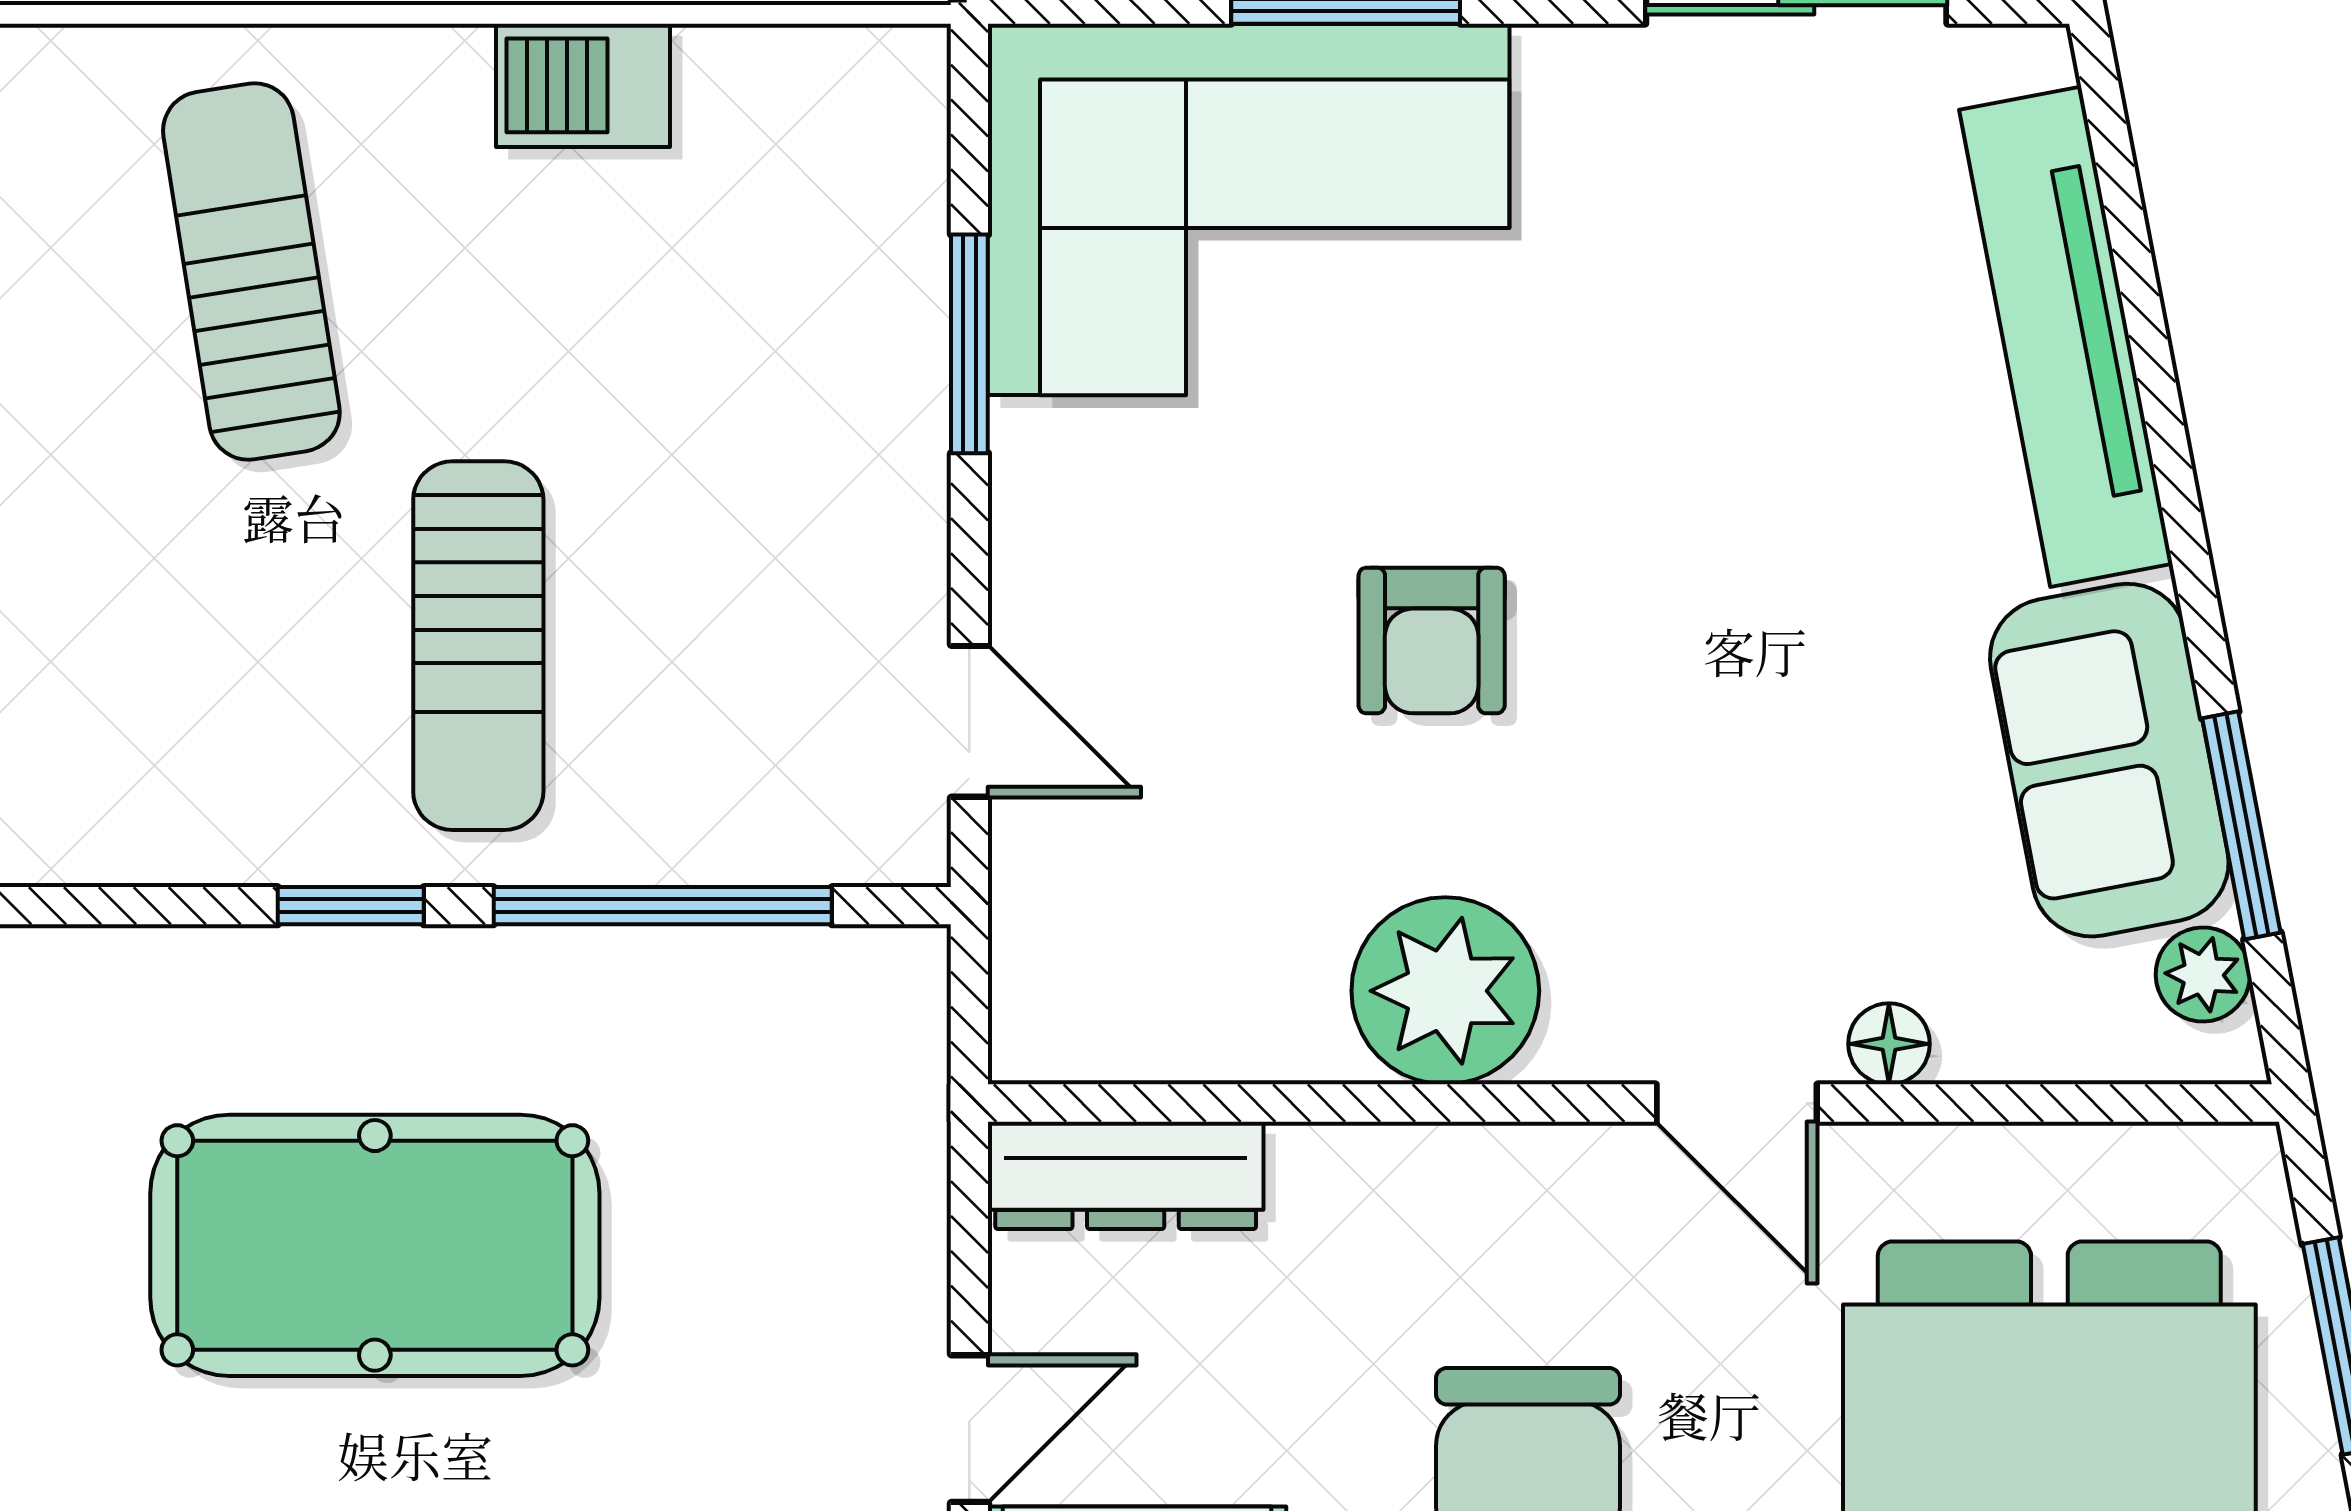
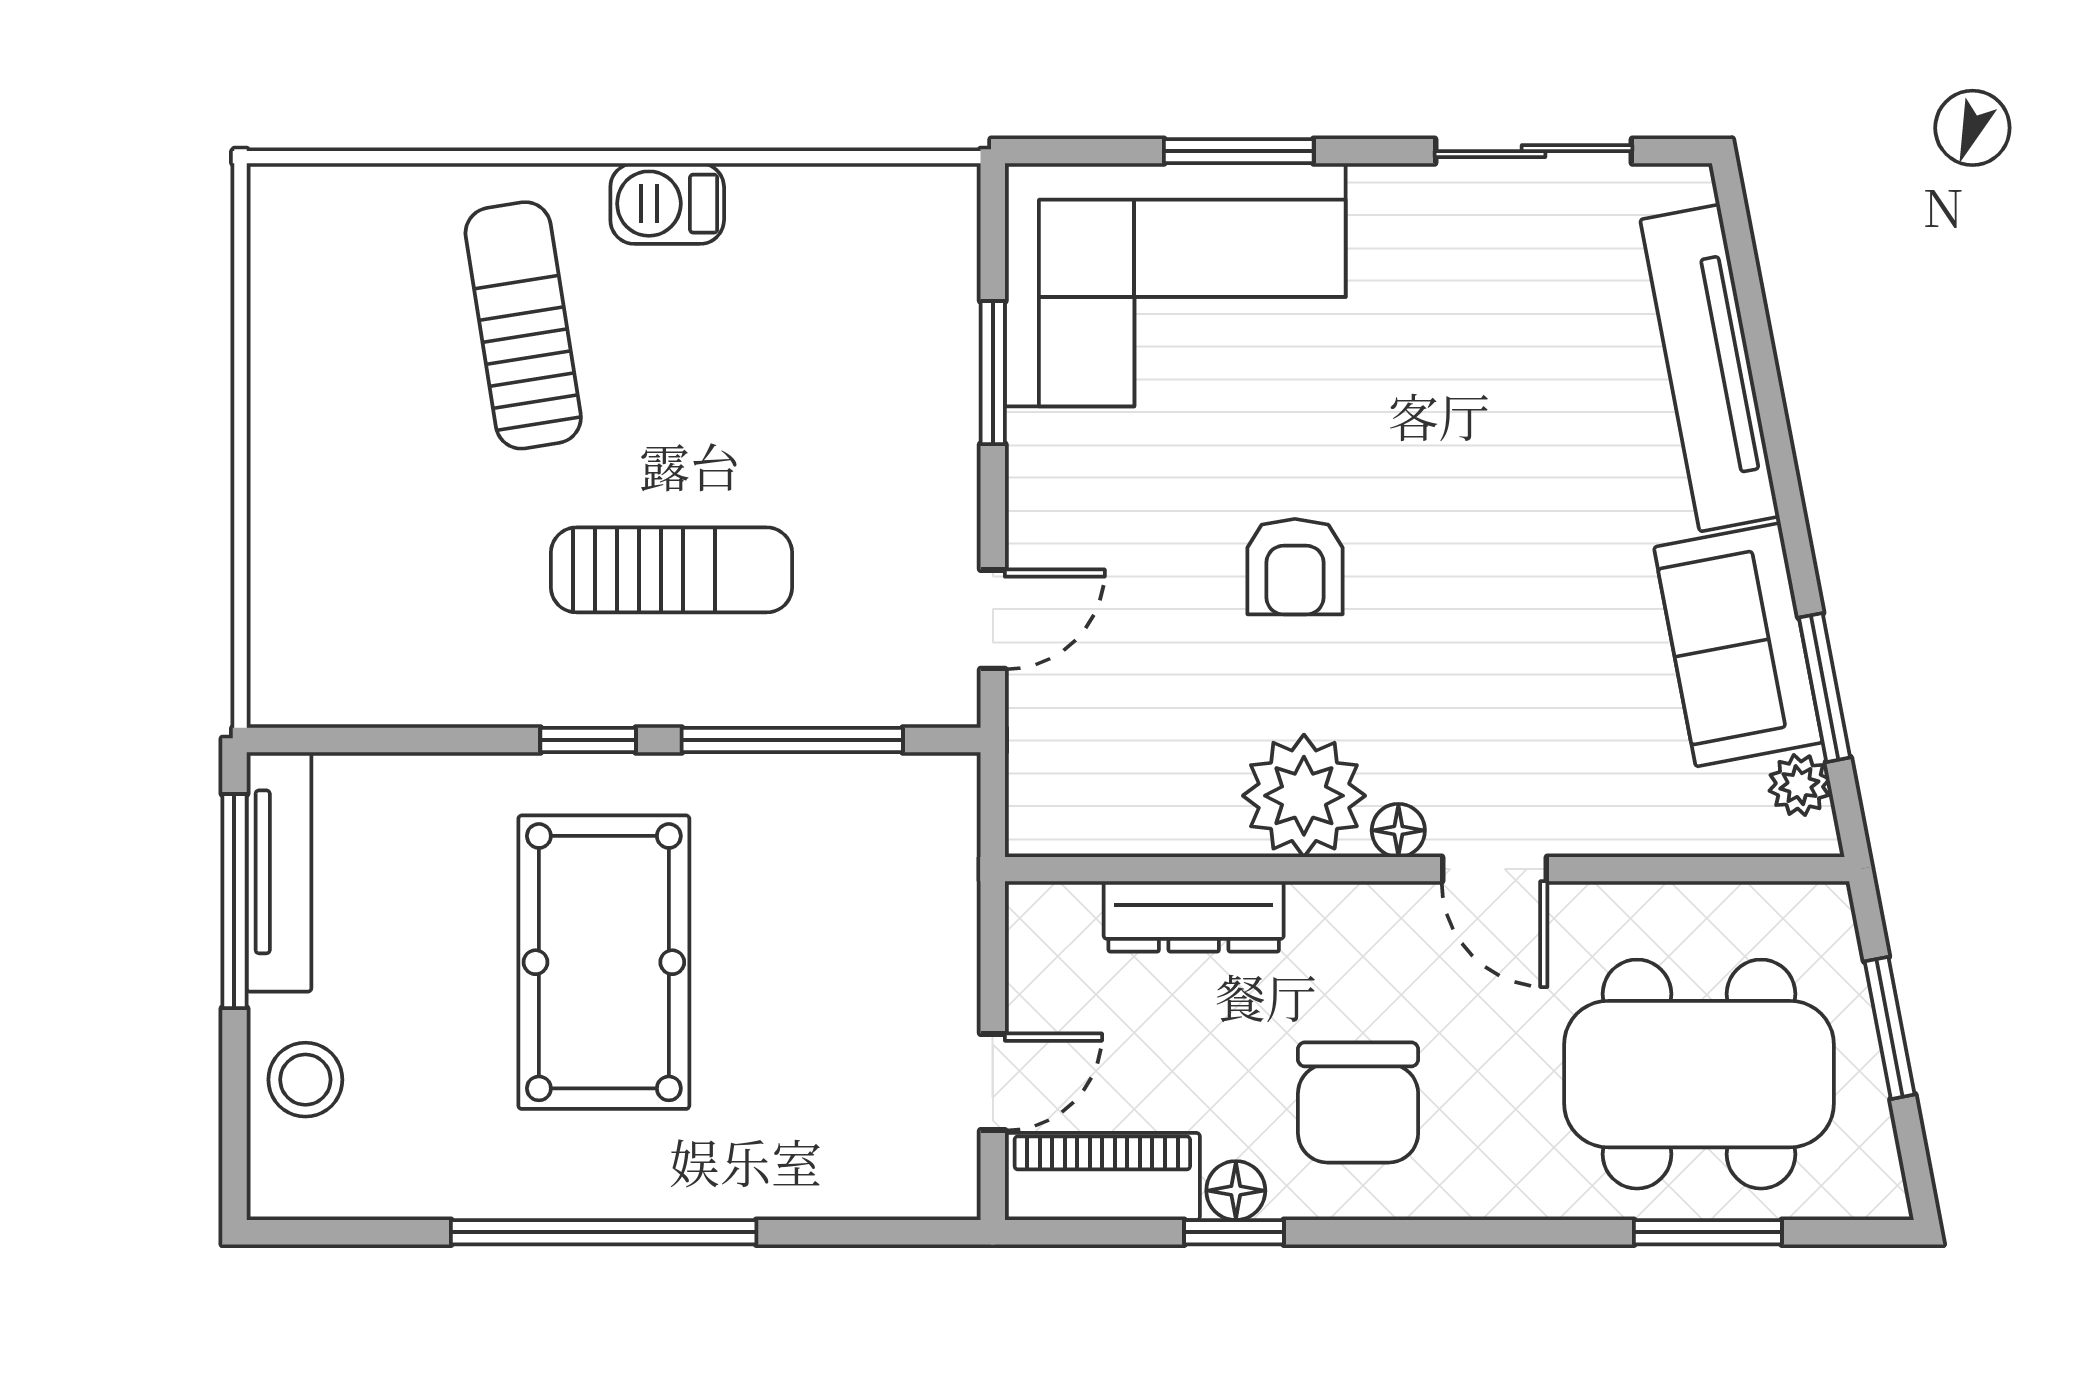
barbecue: (583, 85) -> (667, 204), moved
sun lounger: (478, 646) -> (672, 570), turned -90
door: (969, 721) -> (993, 619), hinge flipped
floor lamp: (1889, 1044) -> (1398, 830), moved
dresser: (1126, 1175) -> (1194, 916), moved
pool table: (375, 1245) -> (604, 962), turned 90

